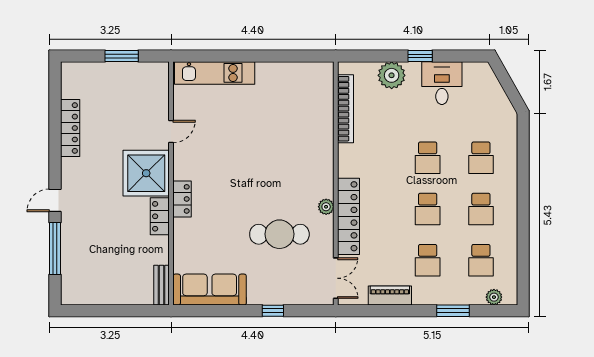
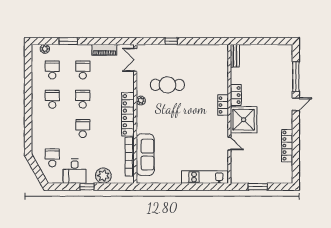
door: (171, 132) -> (229, 144), swing flipped
school desk: (481, 158) -> (52, 158), moved
locker: (349, 216) -> (128, 114), moved
sofa: (210, 290) -> (145, 155), moved, turned -90

